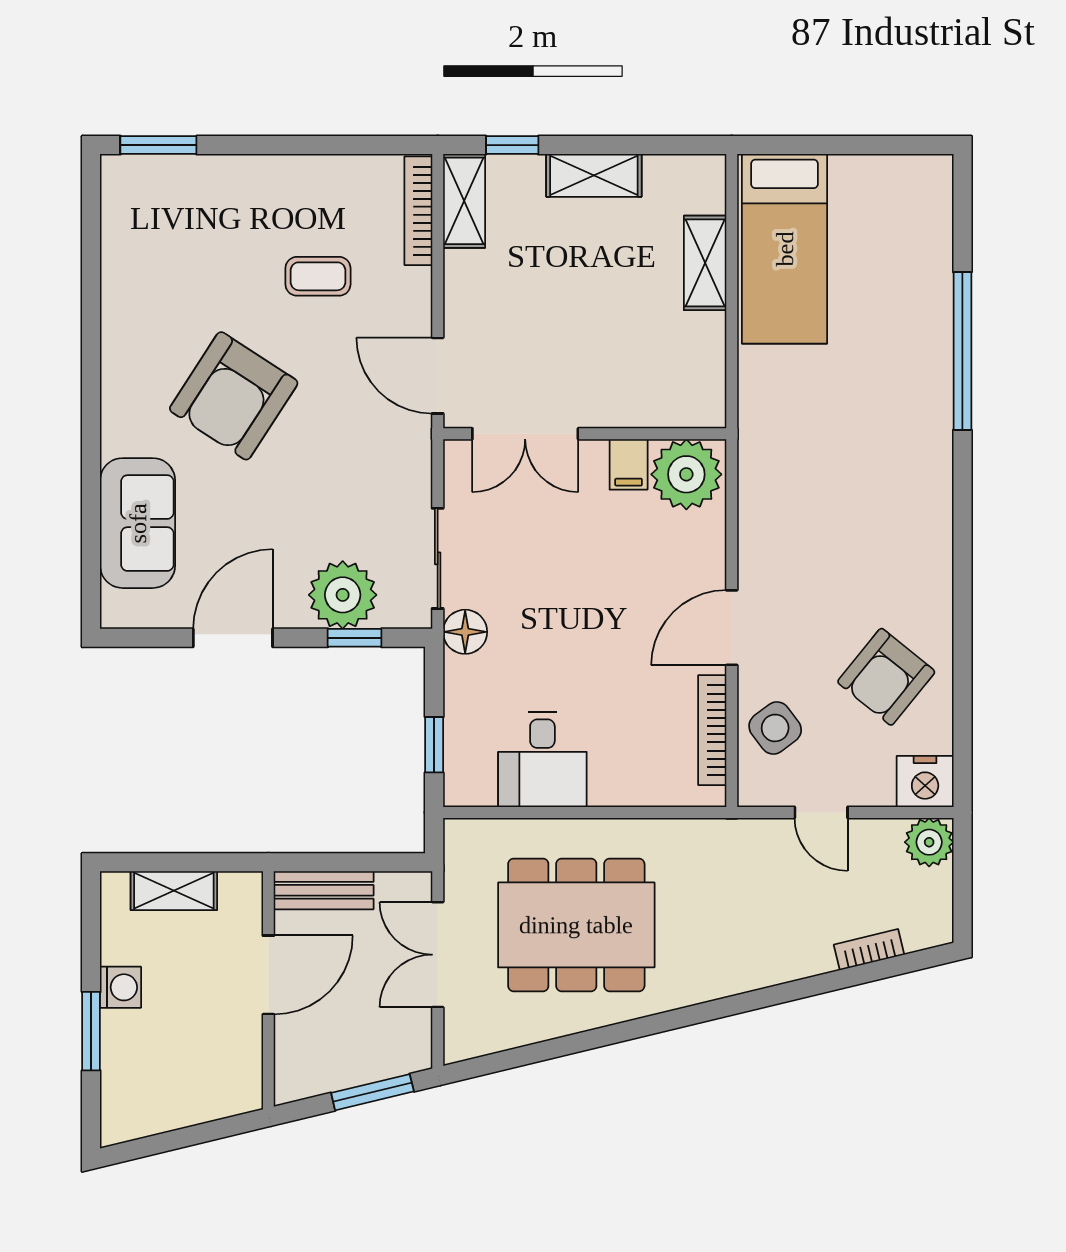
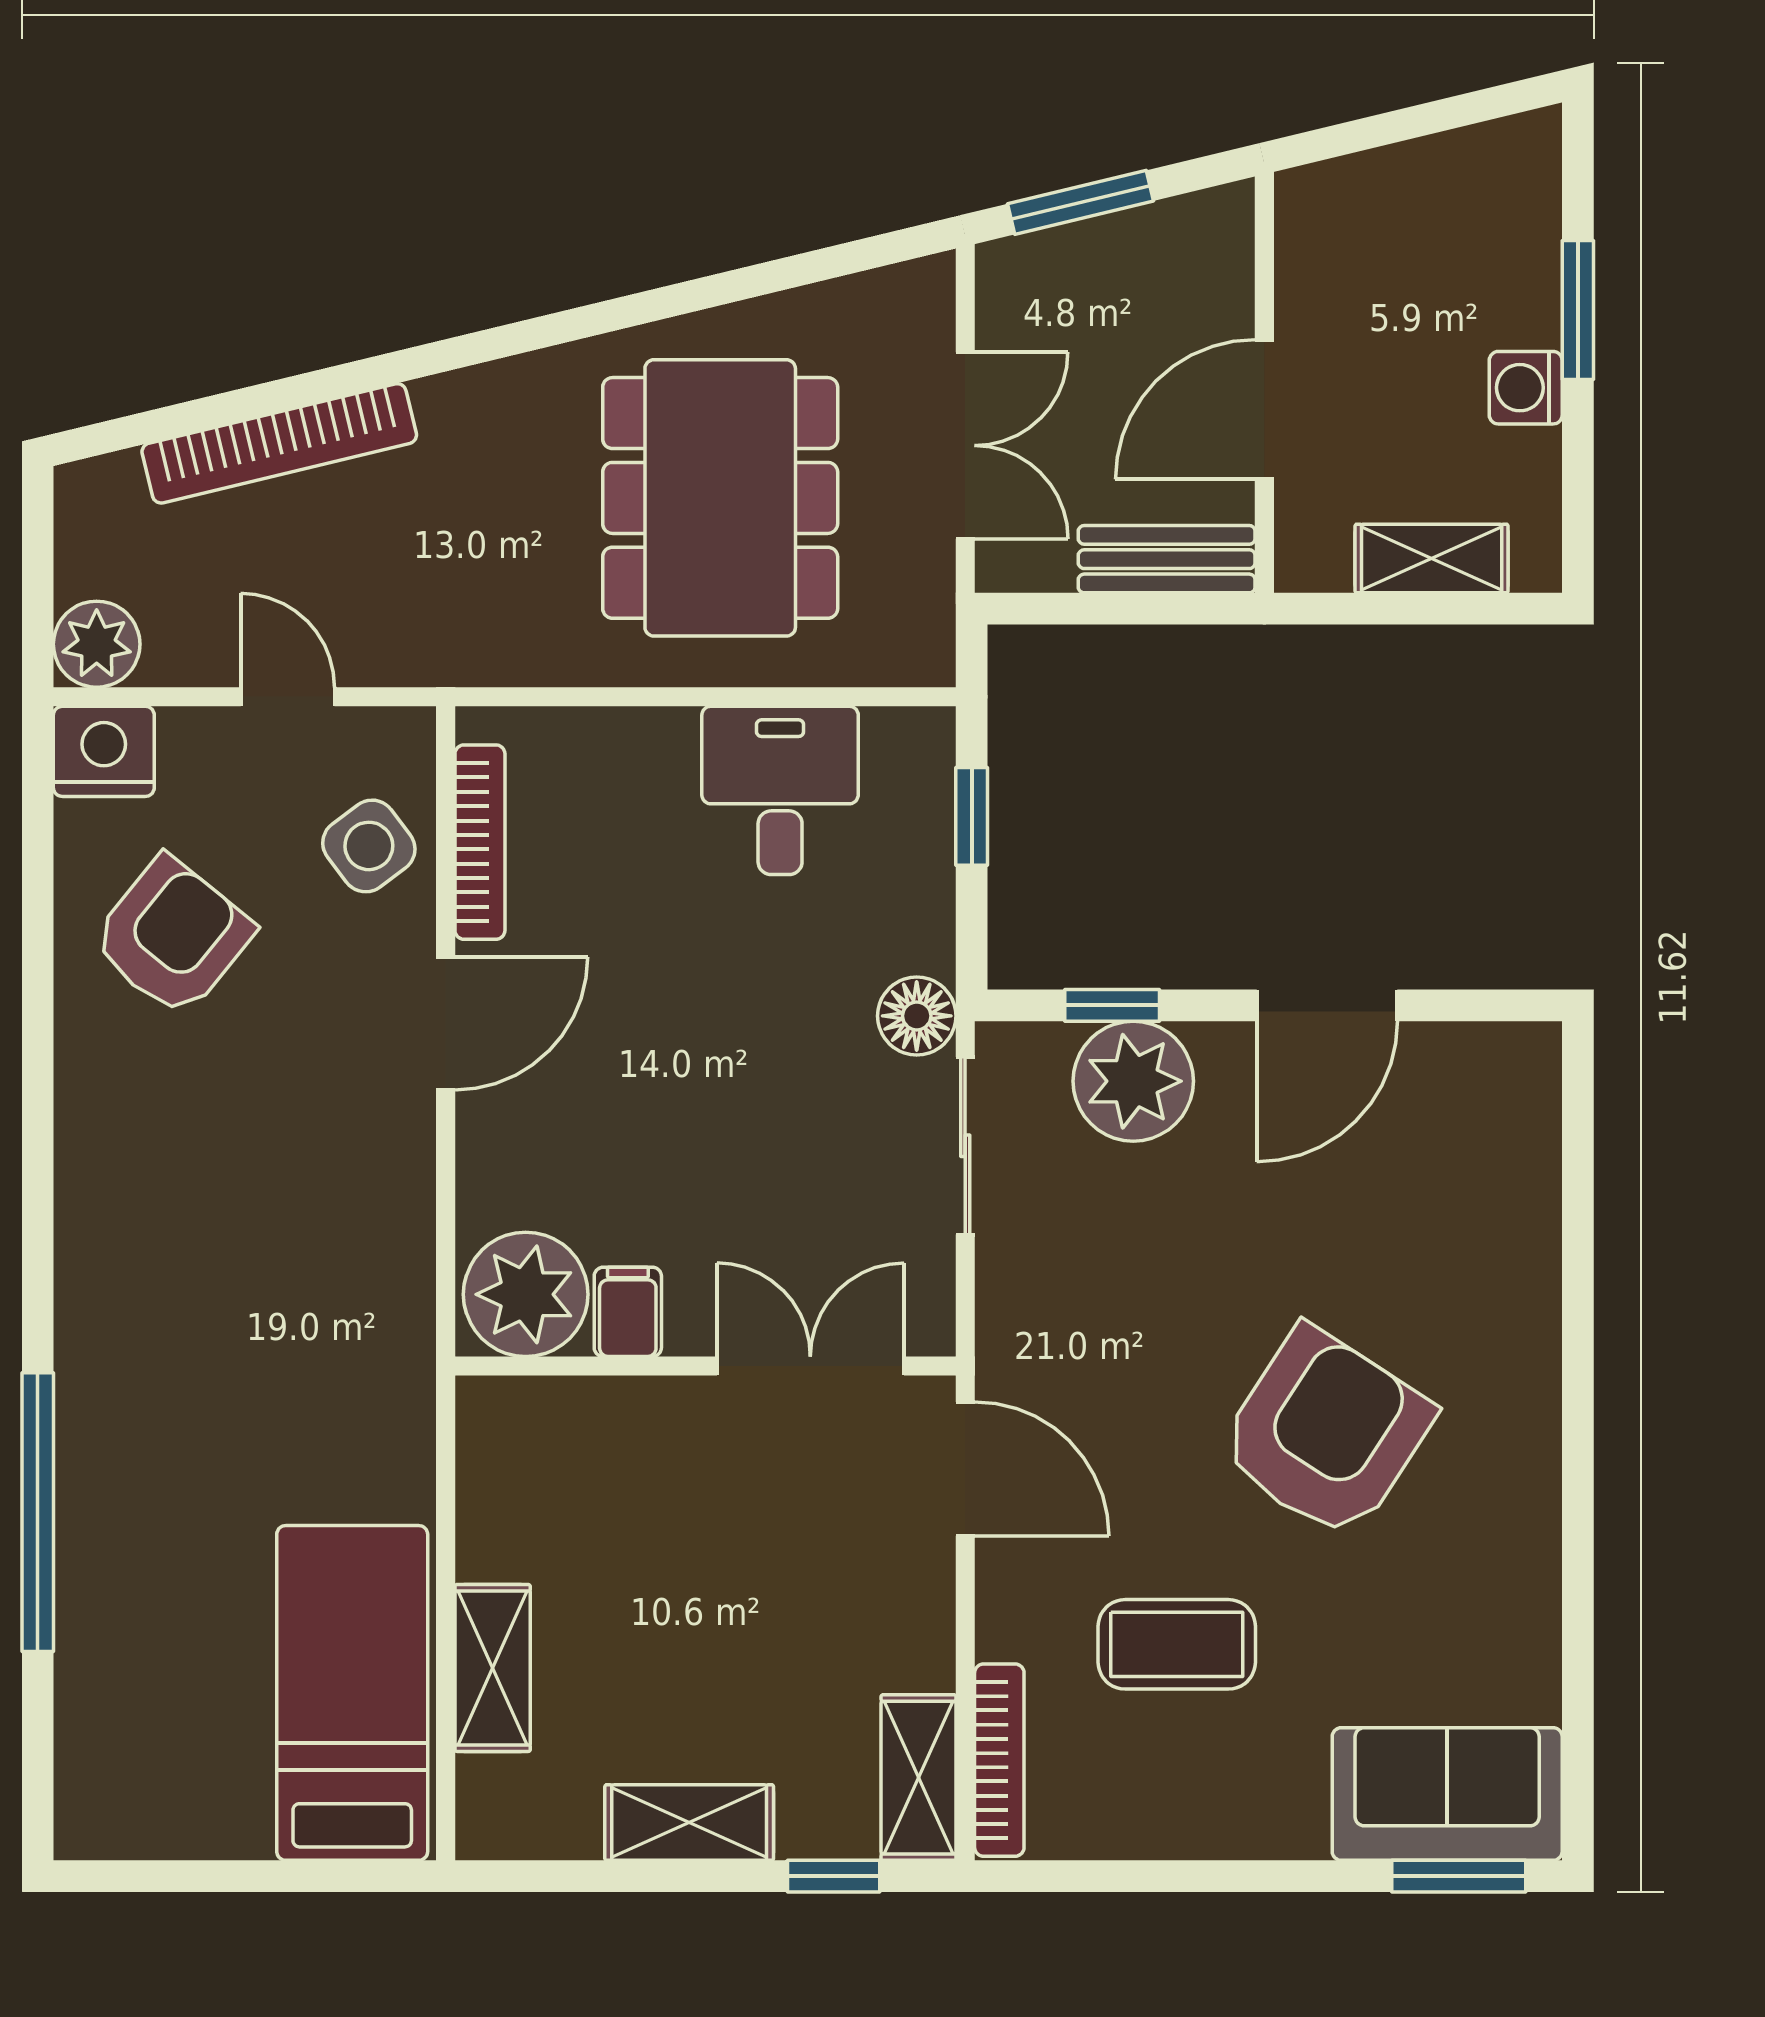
coffee table: (318, 276) -> (1177, 1644), width x1.36, depth x1.30
sofa: (138, 523) -> (1447, 1794), moved, turned 90
dining table: (576, 925) -> (720, 498), turned 90
bookcase: (869, 950) -> (279, 443), width x2.31, depth x1.31

